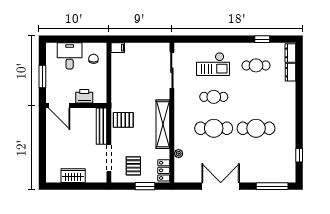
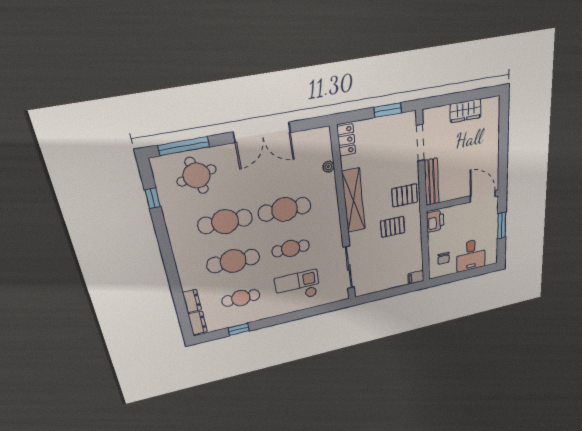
printer: (84, 96) -> (435, 221), moved, turned -90
cafe table: (256, 97) -> (233, 261), added
round table: (268, 165) -> (197, 175), added
pallet: (133, 166) -> (393, 227), moved, turned 90
window: (145, 186) -> (388, 110), moved

